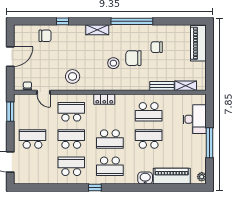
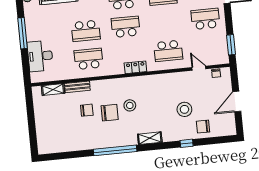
piano: (198, 43) -> (44, 135), removed
chair: (157, 47) -> (87, 110), moved
stool: (73, 76) -> (184, 109), moved
school desk: (33, 139) -> (205, 19), turned 180
school desk: (71, 139) -> (165, 23), removed

